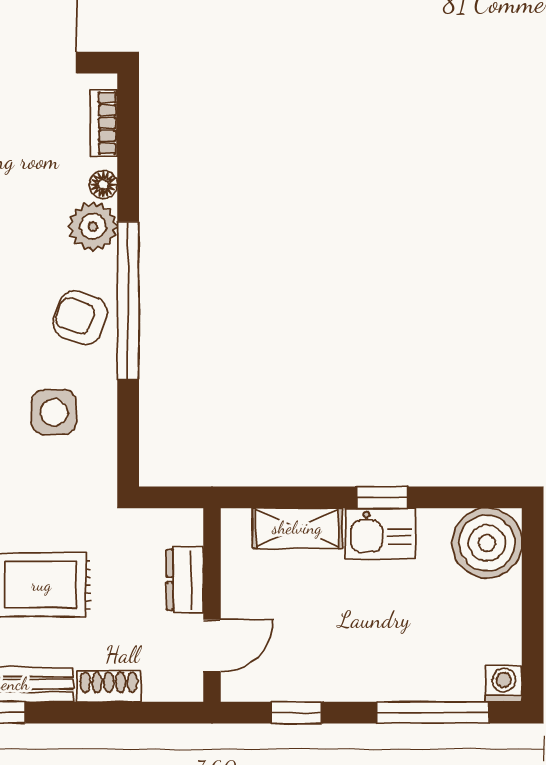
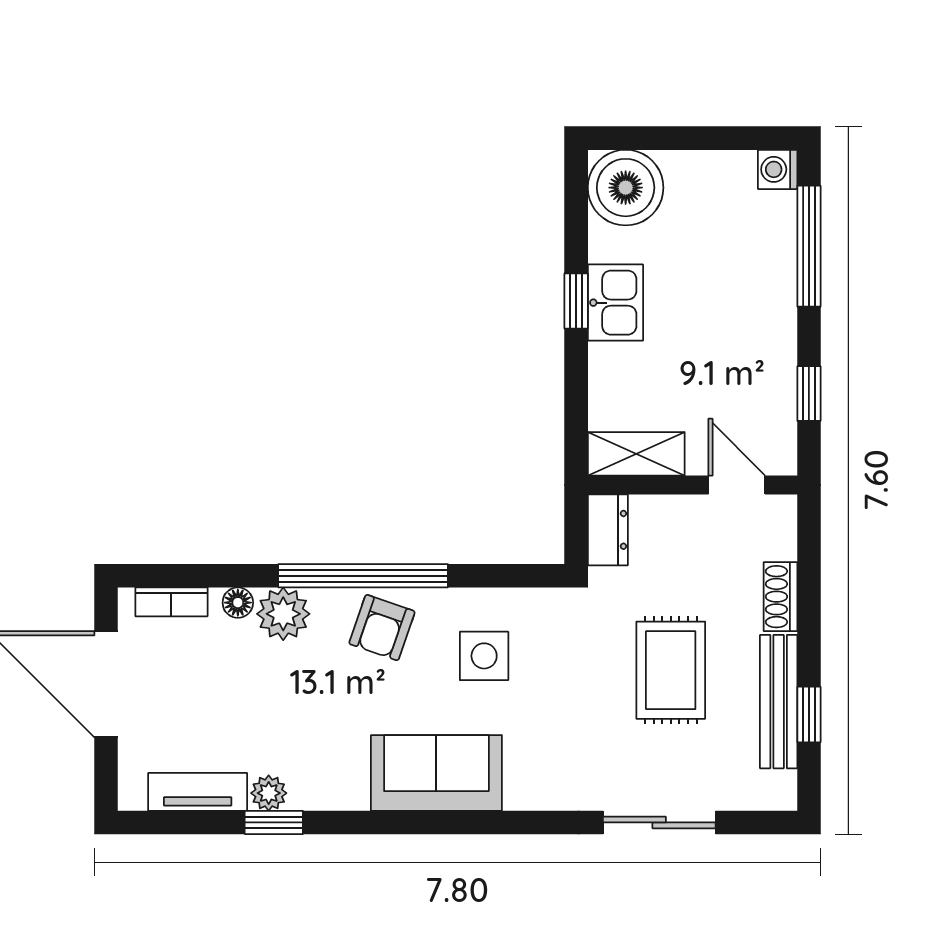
shelving: (297, 528) -> (636, 454), moved, turned 90
dresser: (185, 580) -> (608, 530), moved, turned -90

